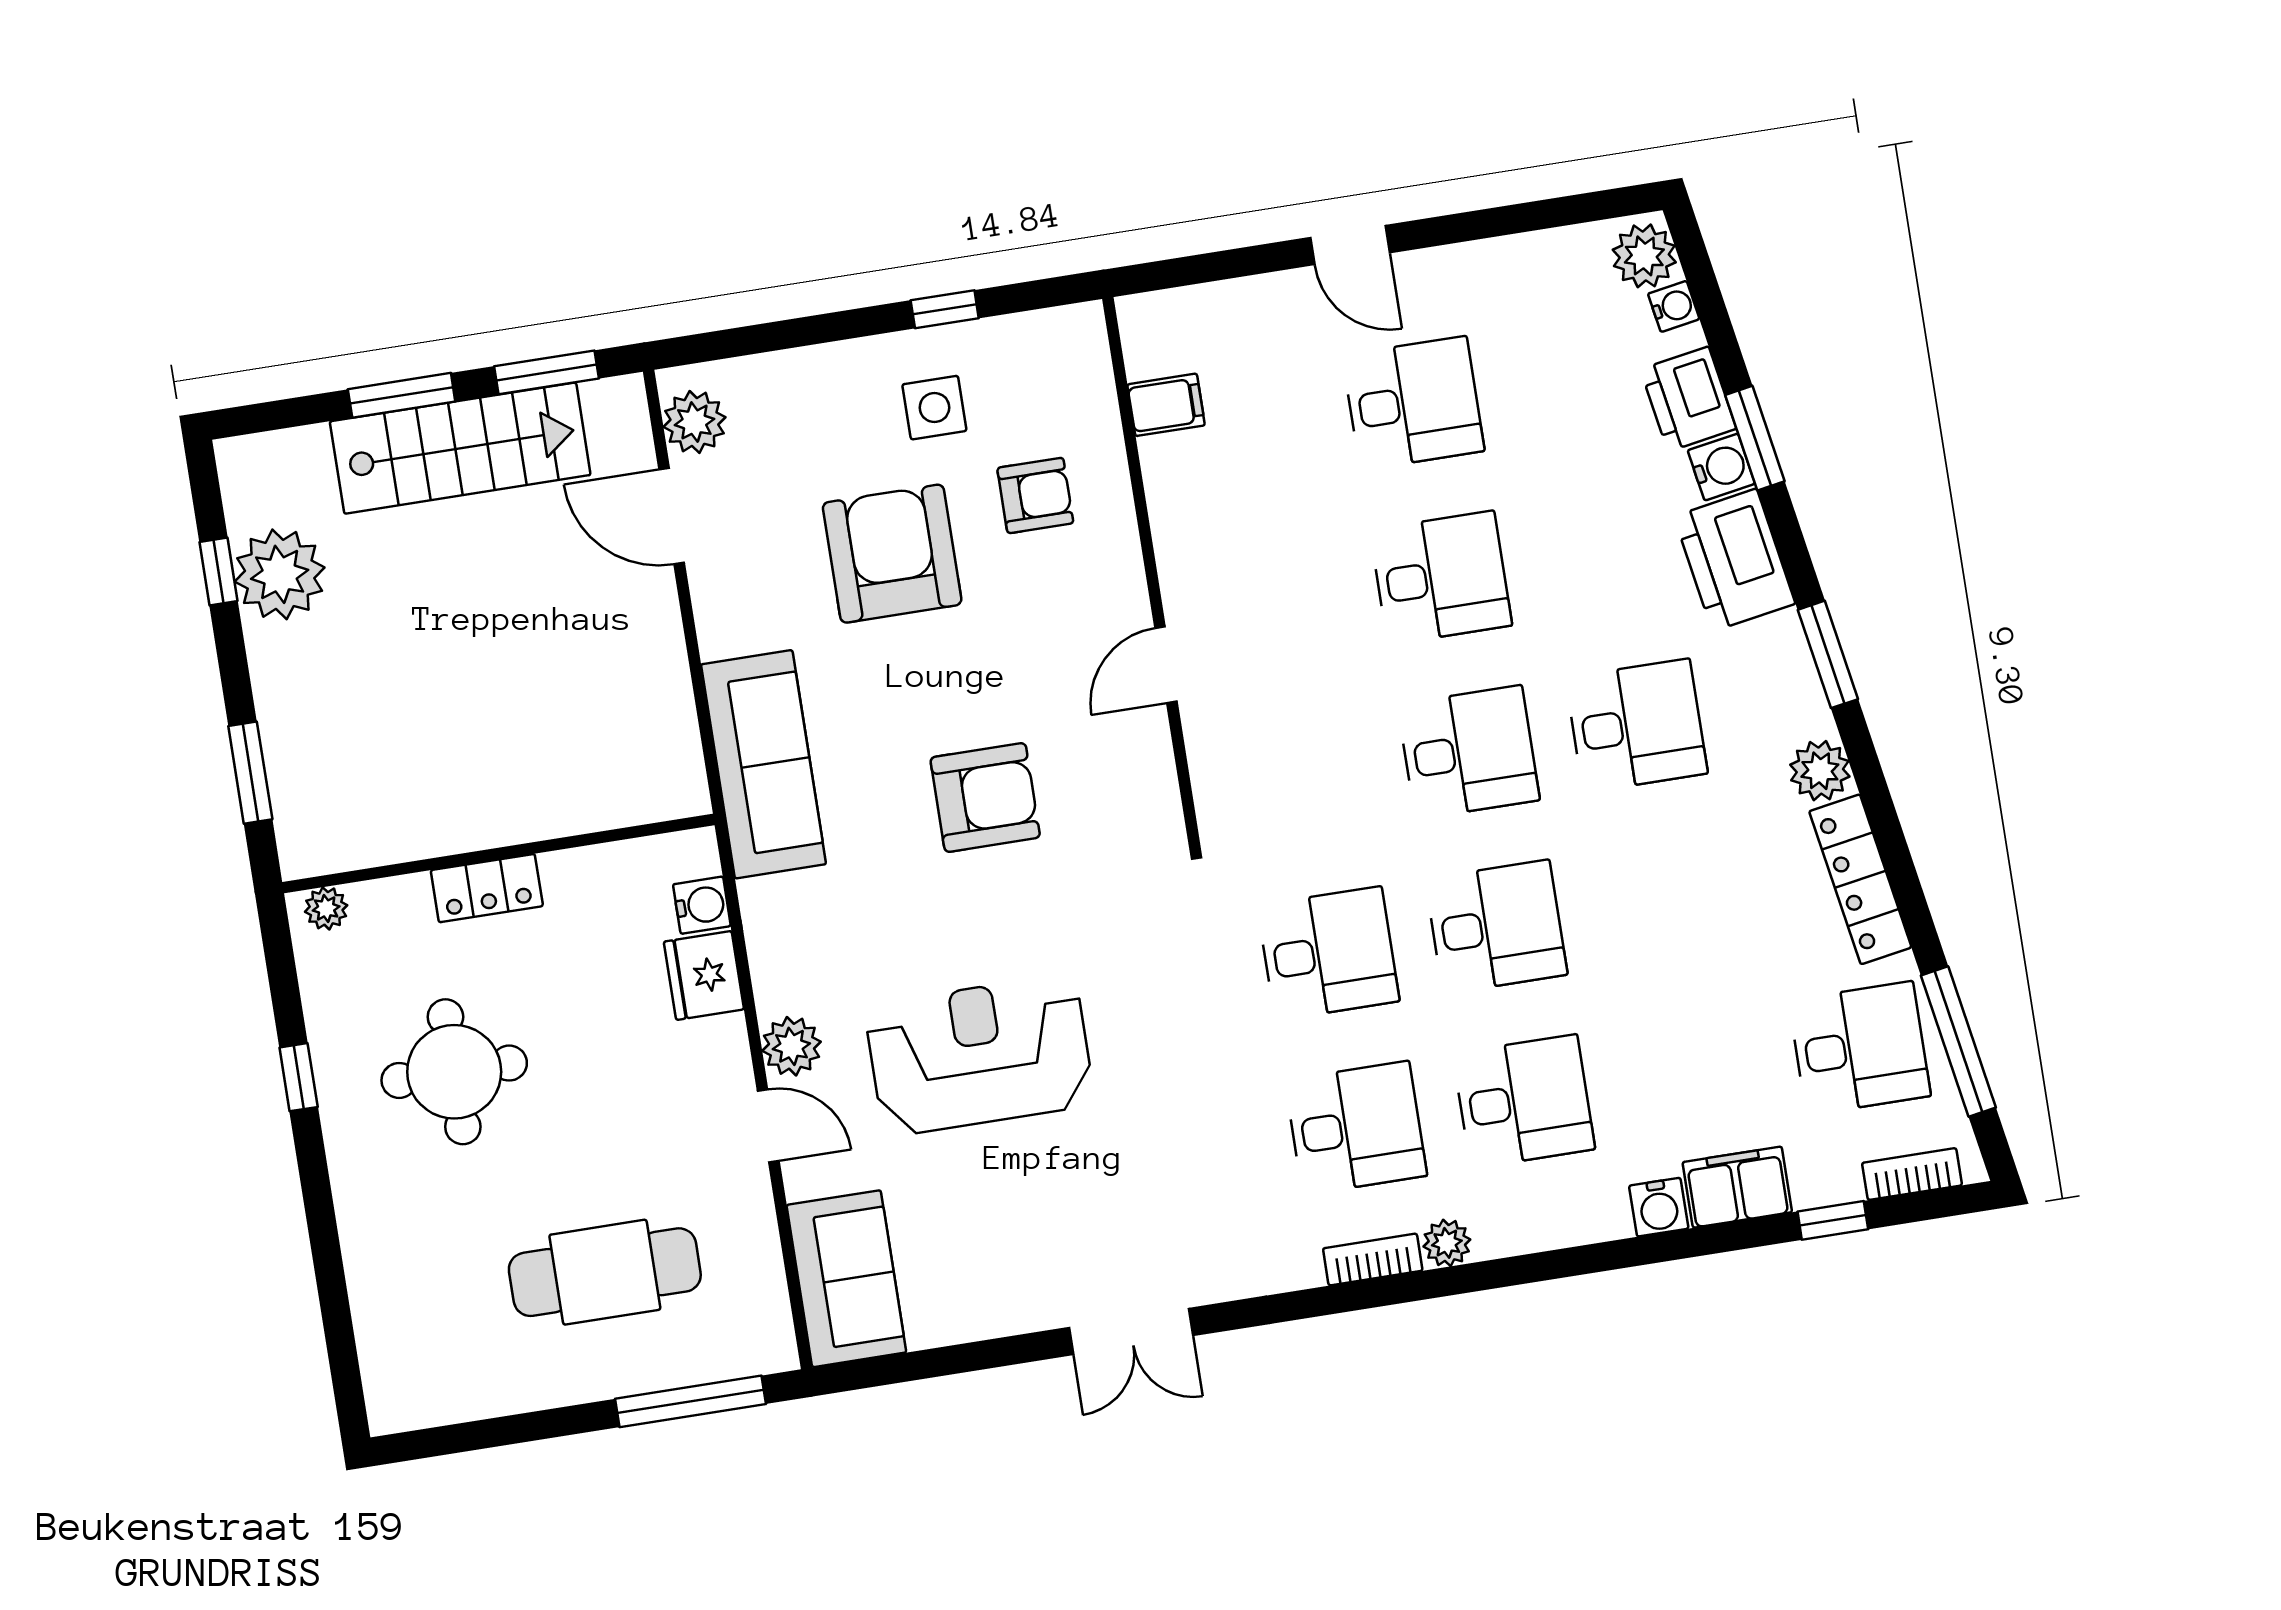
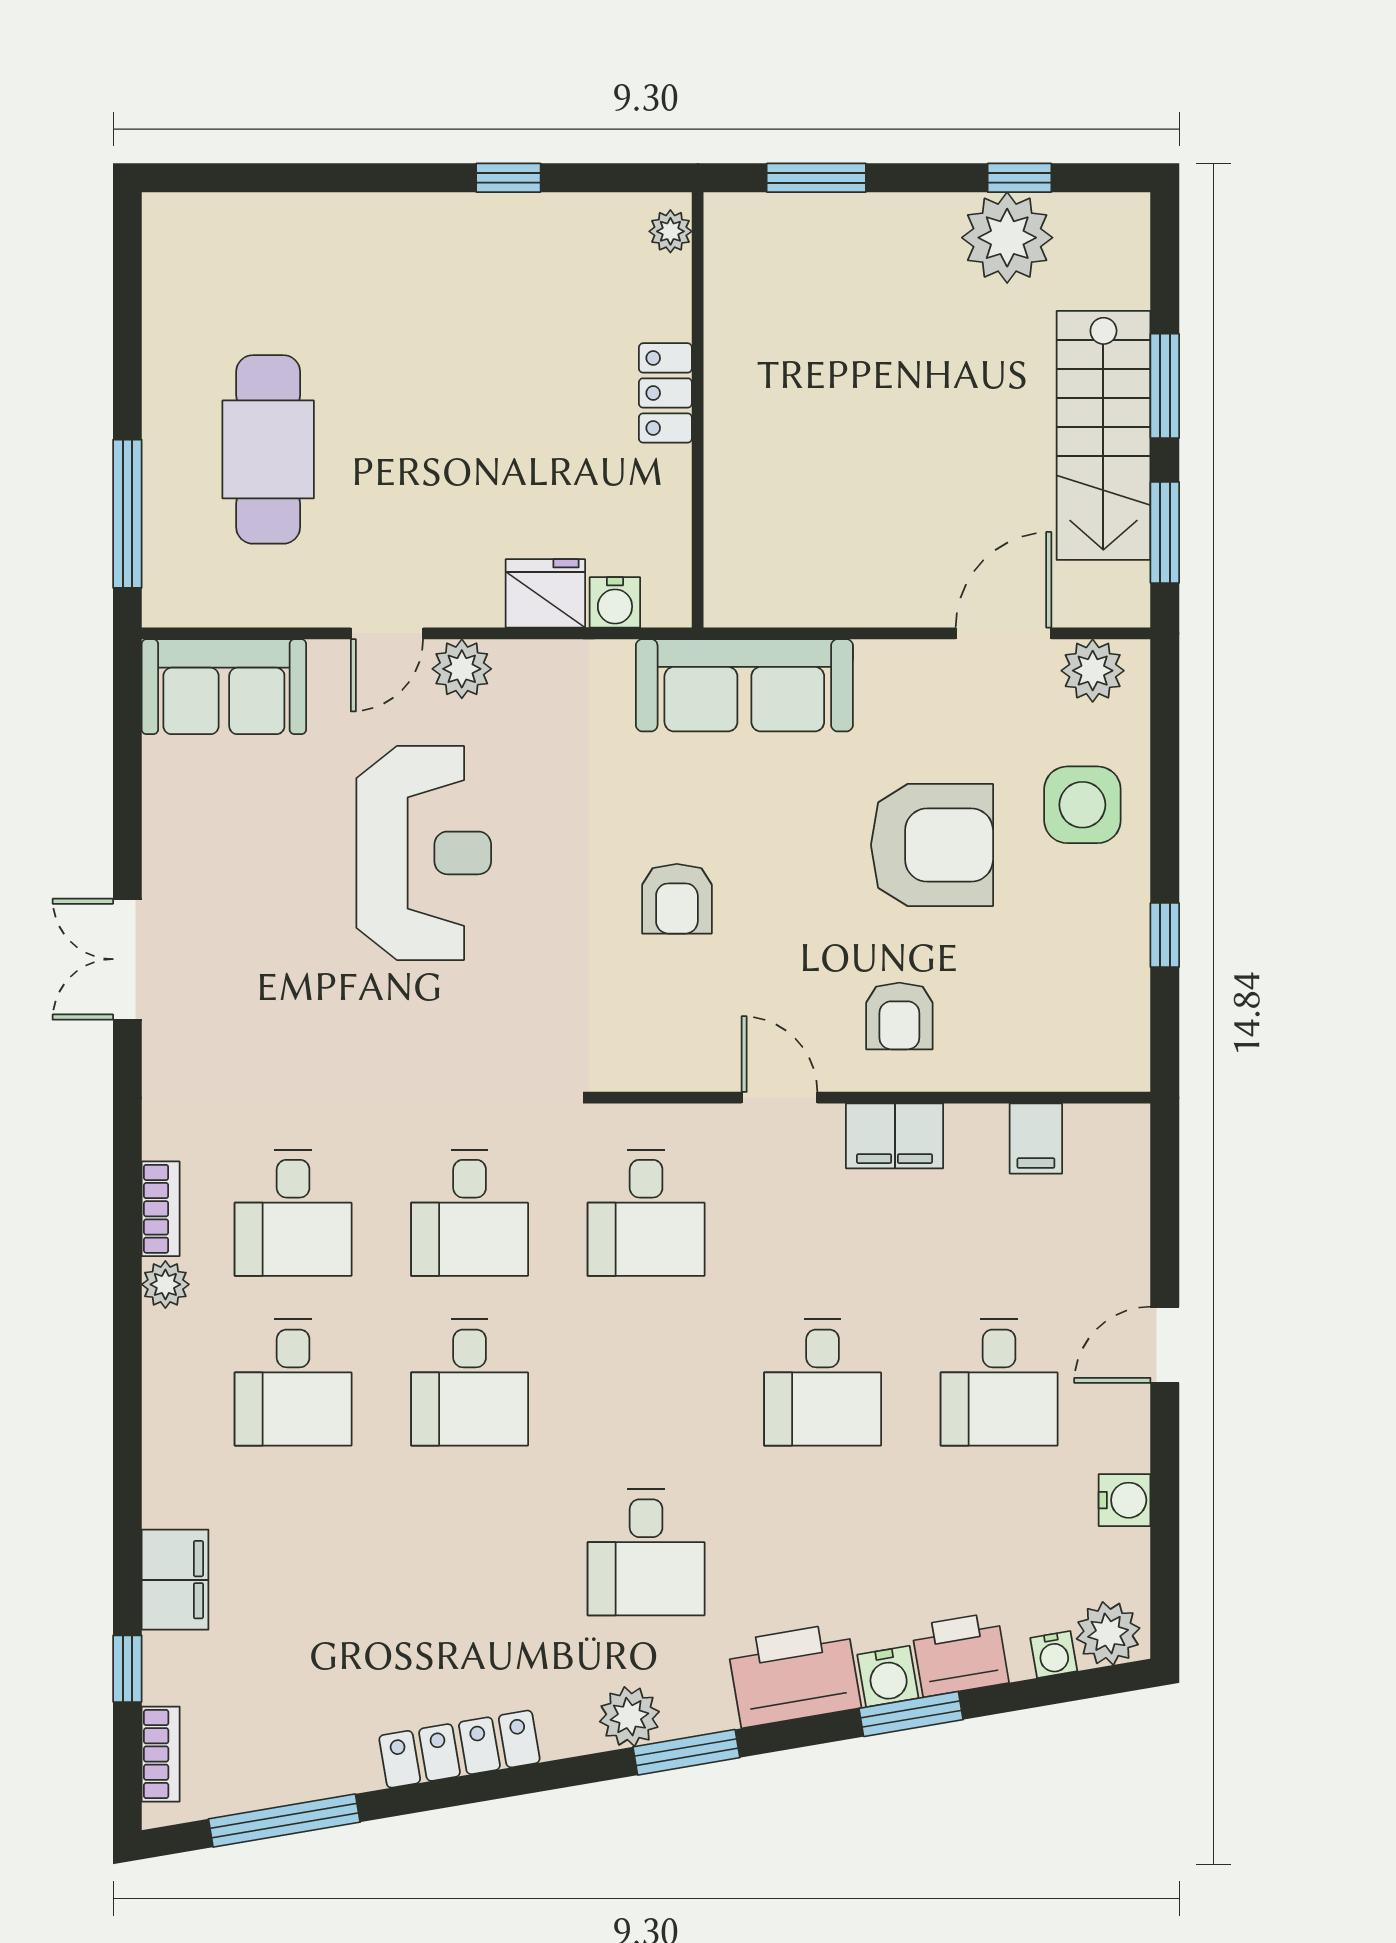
side table: (934, 408) -> (1082, 805), moved, width x1.37, depth x1.37
armchair: (1035, 495) -> (899, 1016), moved
filing cabinet: (1186, 545) -> (895, 1136), added
desk: (1468, 752) -> (646, 1213), moved
plant: (1820, 771) -> (629, 1717), moved
armchair: (985, 797) -> (677, 899), width x0.72, depth x0.72
desk: (1860, 1048) -> (293, 1722), removed
round table: (454, 1072) -> (489, 332), removed
water cooler: (1659, 1207) -> (1125, 1500), moved, turned 180

